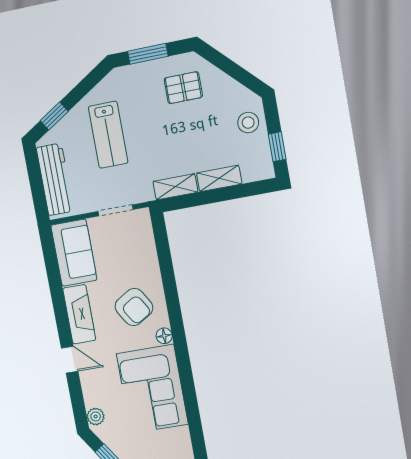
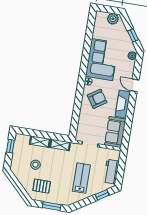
stool: (248, 123) -> (35, 165), moved
workbench: (55, 179) -> (111, 172), width x0.73
armchair: (134, 307) -> (97, 99), turned 87

